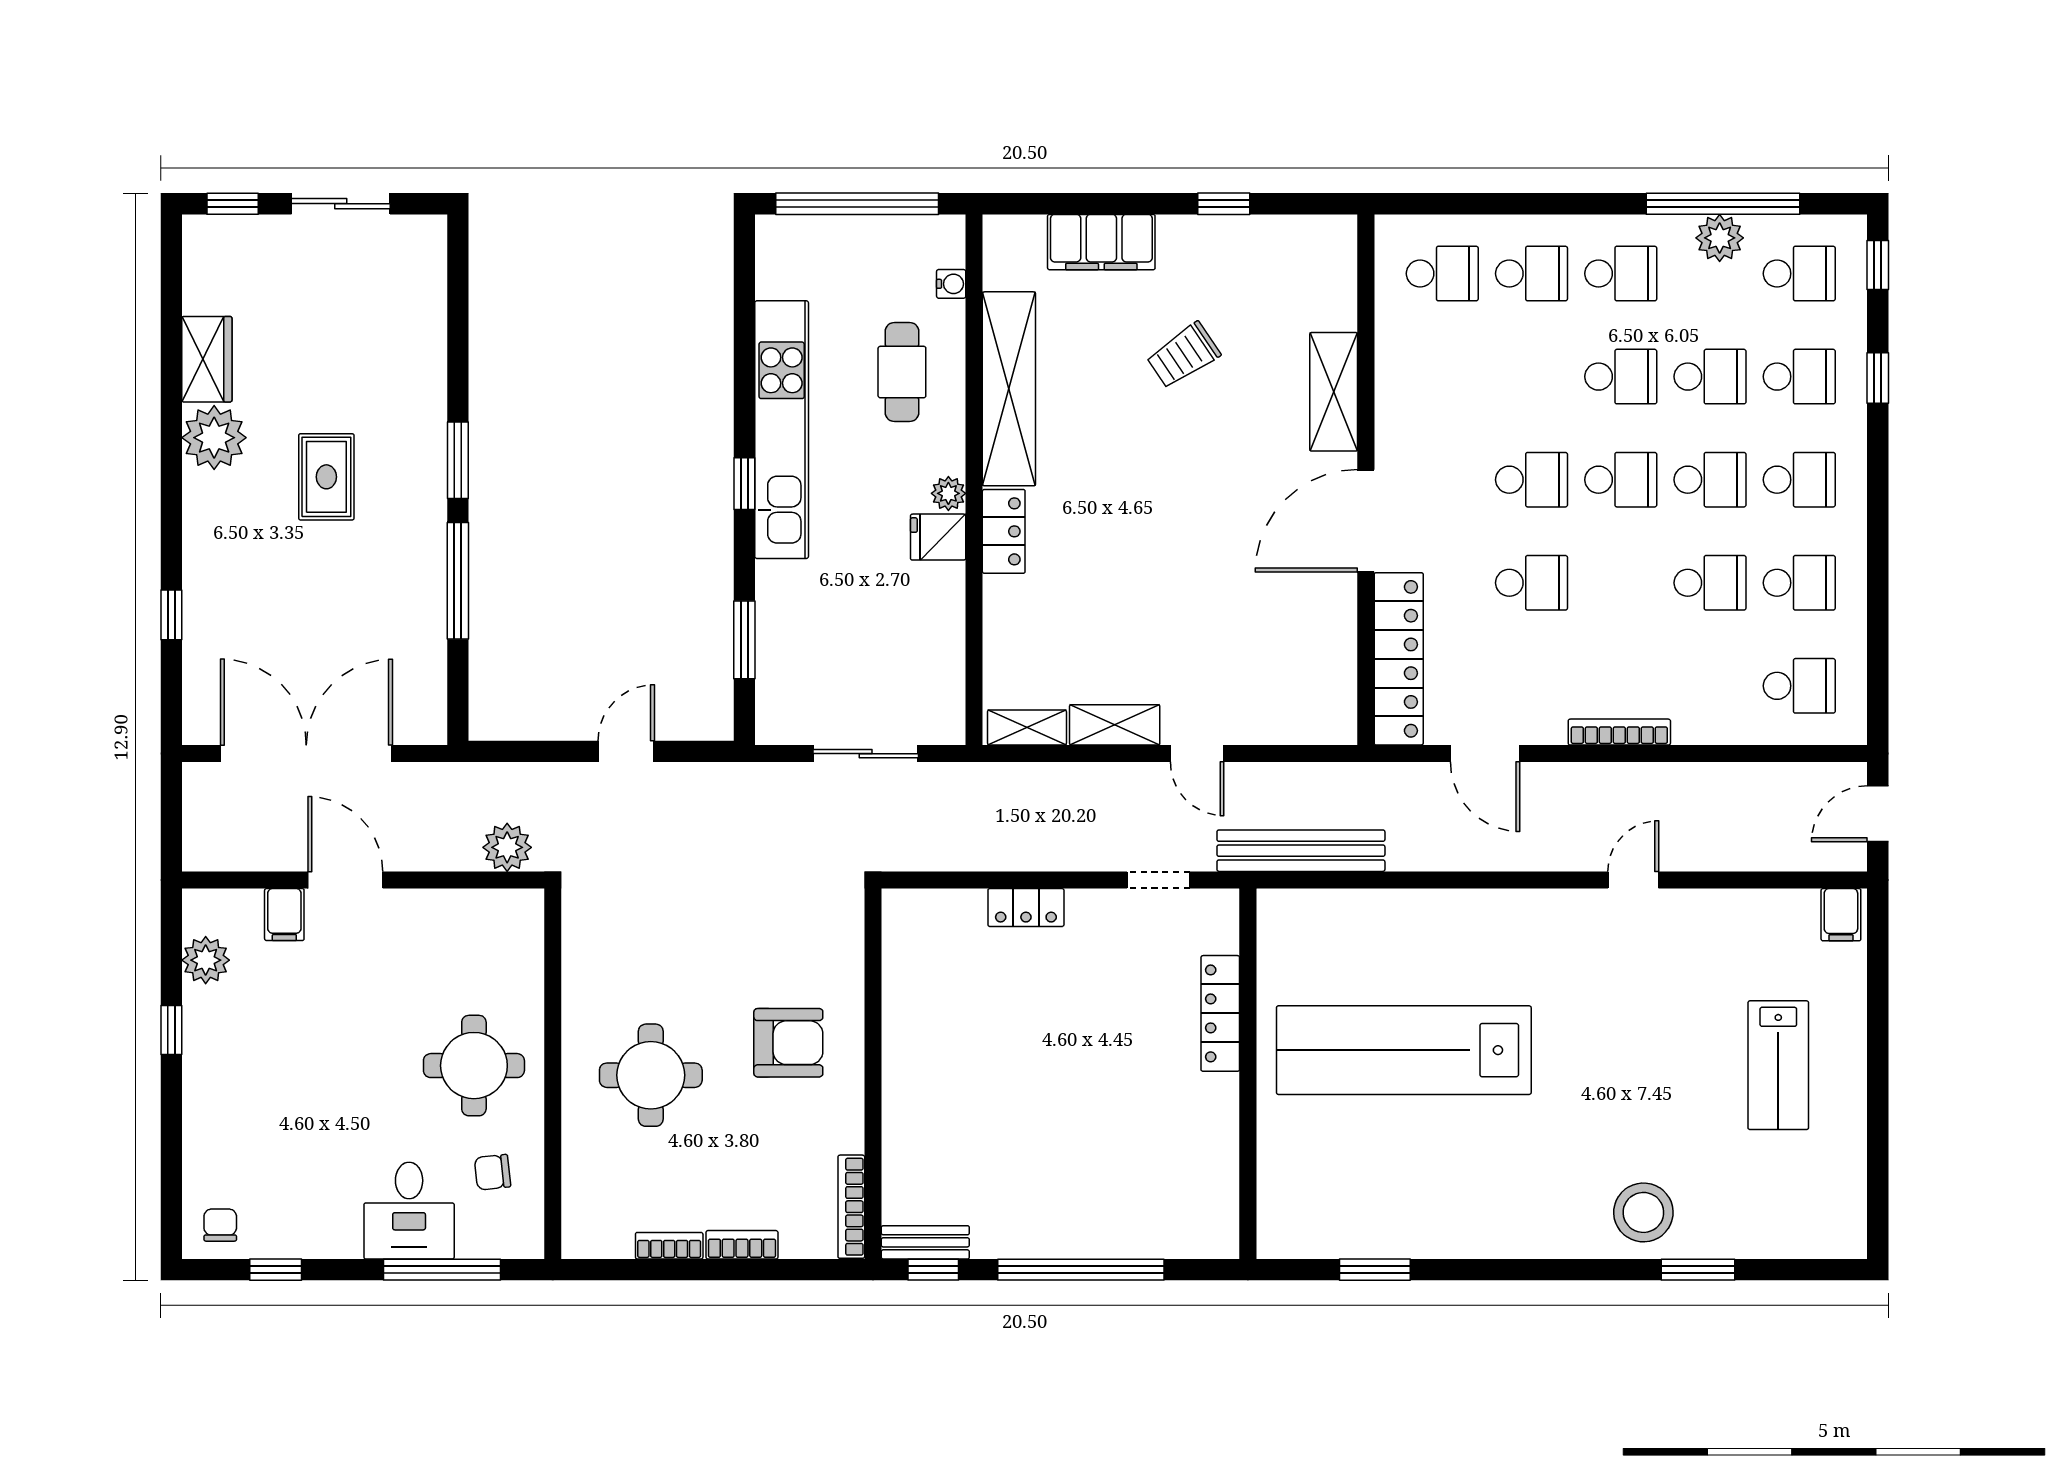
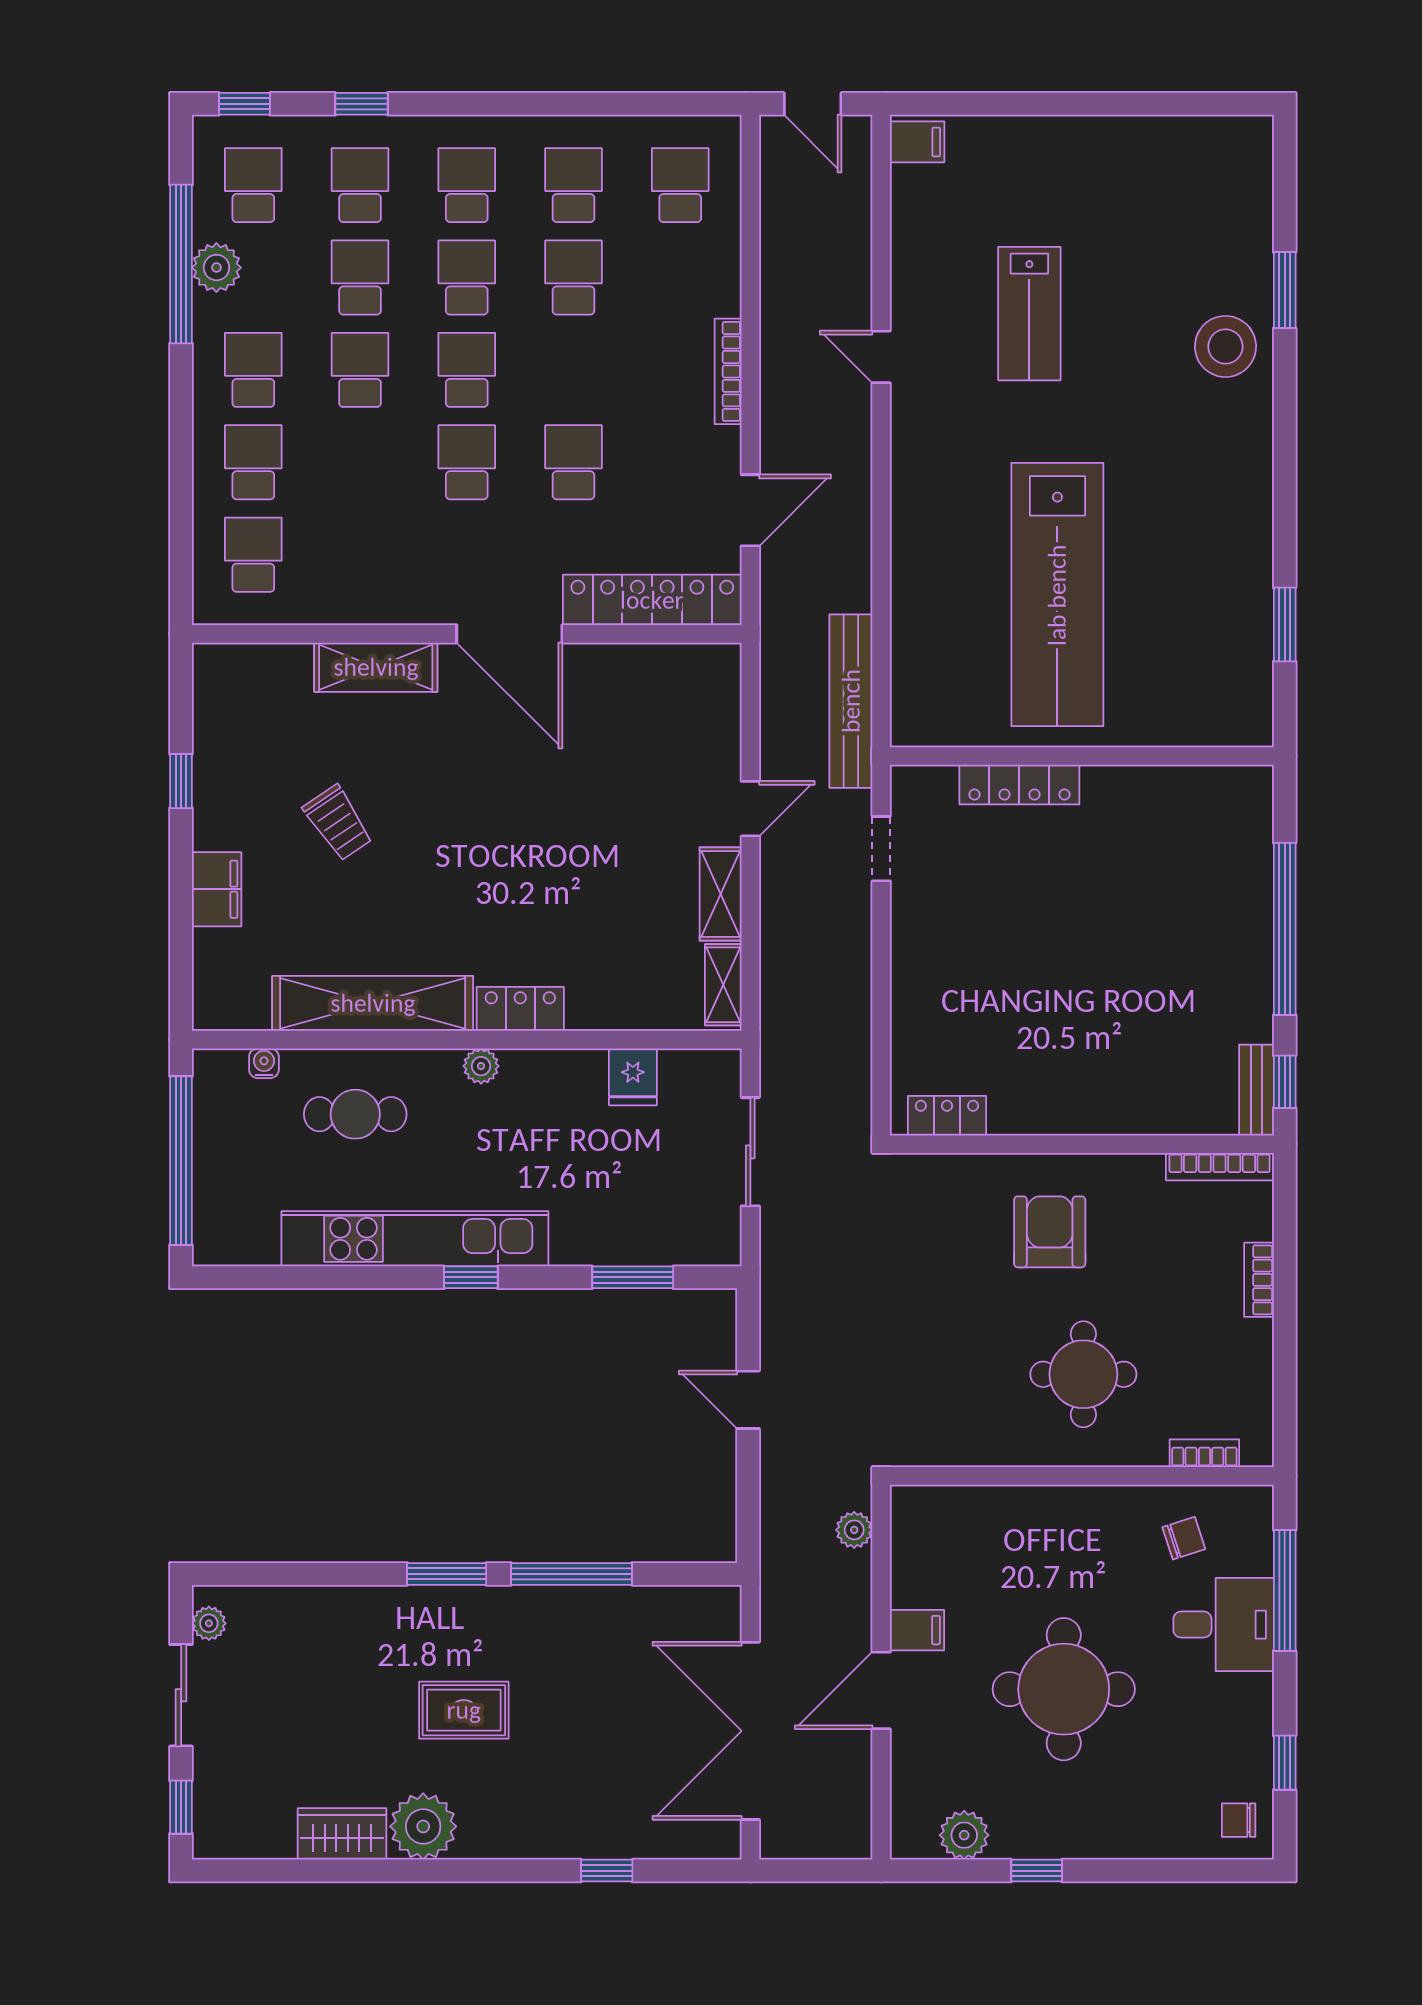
plant: (410, 231) -> (209, 1623), added
filing cabinet: (1101, 242) -> (217, 889), width x0.67, depth x0.86
fridge: (938, 537) -> (633, 1077), moved
plant: (507, 847) -> (854, 1530), width x0.73, depth x0.73
locker: (1026, 907) -> (947, 1116), moved, turned -90
filing cabinet: (284, 915) -> (917, 1630), moved
lab bench: (1778, 1065) -> (1029, 314), moved, turned 90
round table: (474, 1066) -> (1064, 1689), moved, width x1.36, depth x1.36
chair: (493, 1172) -> (1184, 1538), turned -102
bookcase: (669, 1246) -> (1204, 1453), moved, turned 90

